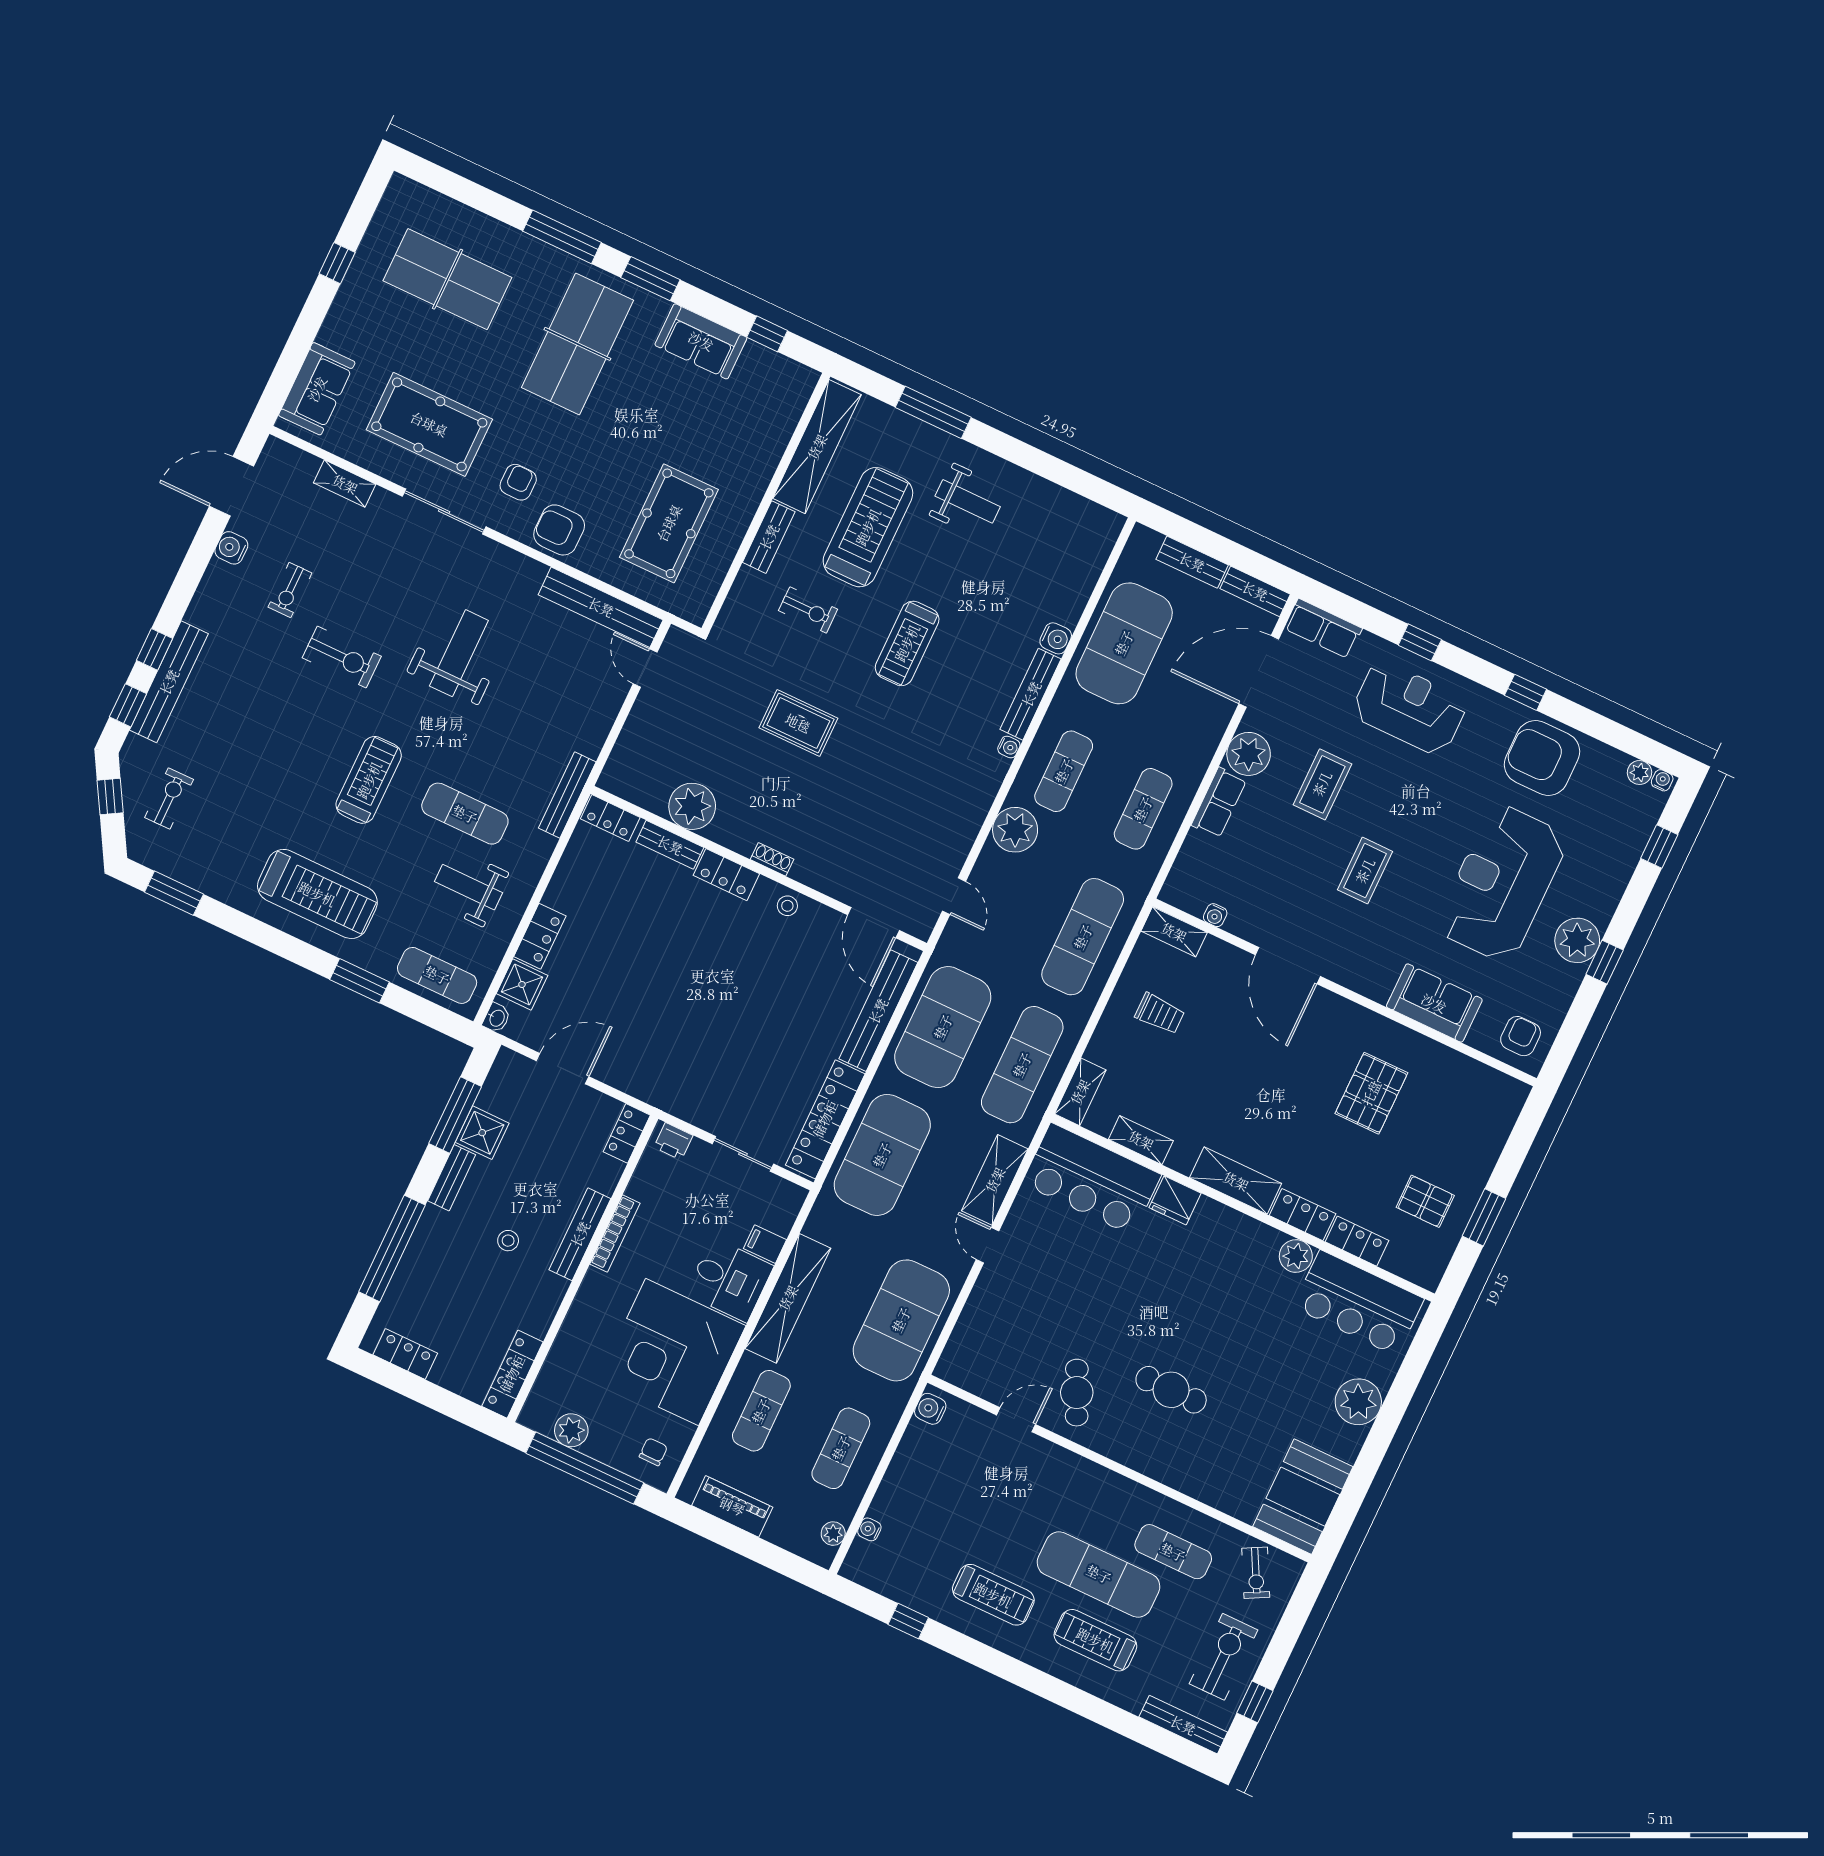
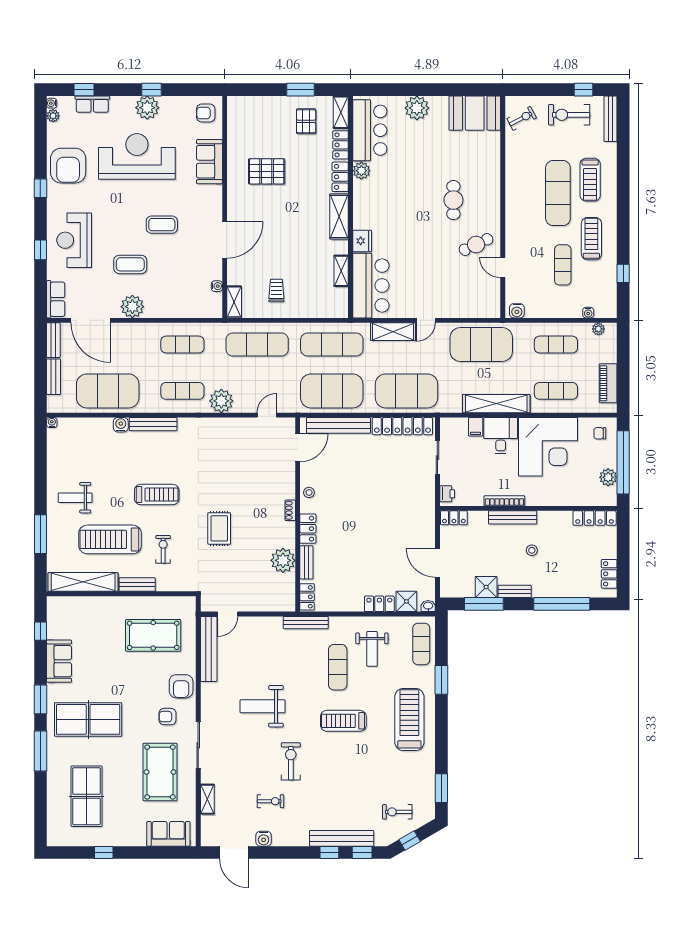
weight bench: (968, 501) -> (75, 498), turned -90
water cooler: (1009, 747) -> (52, 423), moved
row of seats: (1219, 803) -> (92, 104), moved, turned 180
reception desk: (1502, 883) -> (137, 156), turned 180
shelving: (1080, 1092) -> (341, 112), moved, turned 90
exercise mat: (1173, 1552) -> (563, 265), moved

